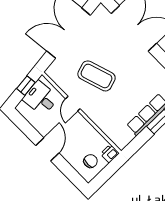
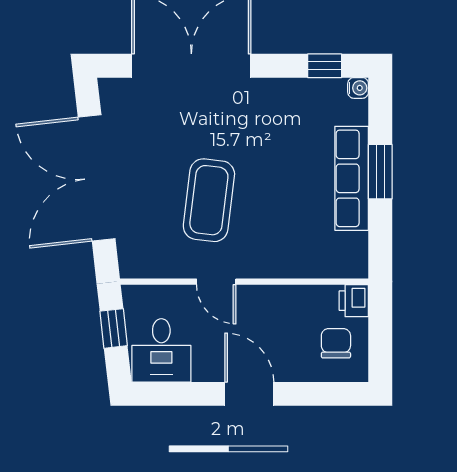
coffee table: (97, 76) -> (209, 200), turned -65
desk: (41, 98) -> (161, 350), moved, turned -84

